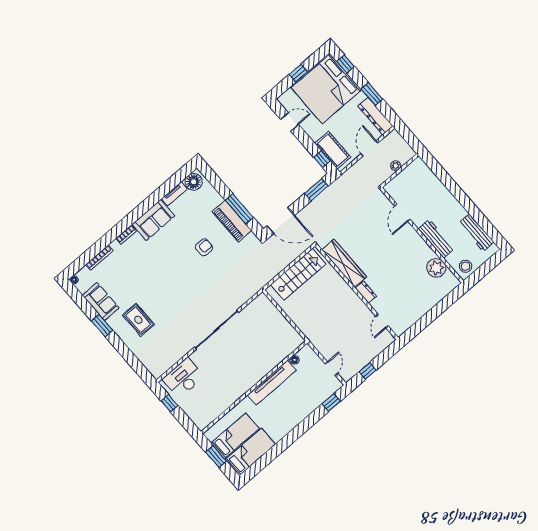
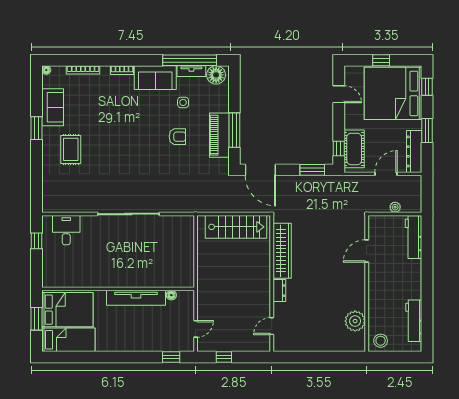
window: (167, 187) -> (190, 60), added
side table: (187, 220) -> (183, 102), added
workbench: (436, 239) -> (414, 237), moved, turned 180
desk: (183, 378) -> (66, 230), width x0.73
bed: (235, 436) -> (67, 310), width x1.50

